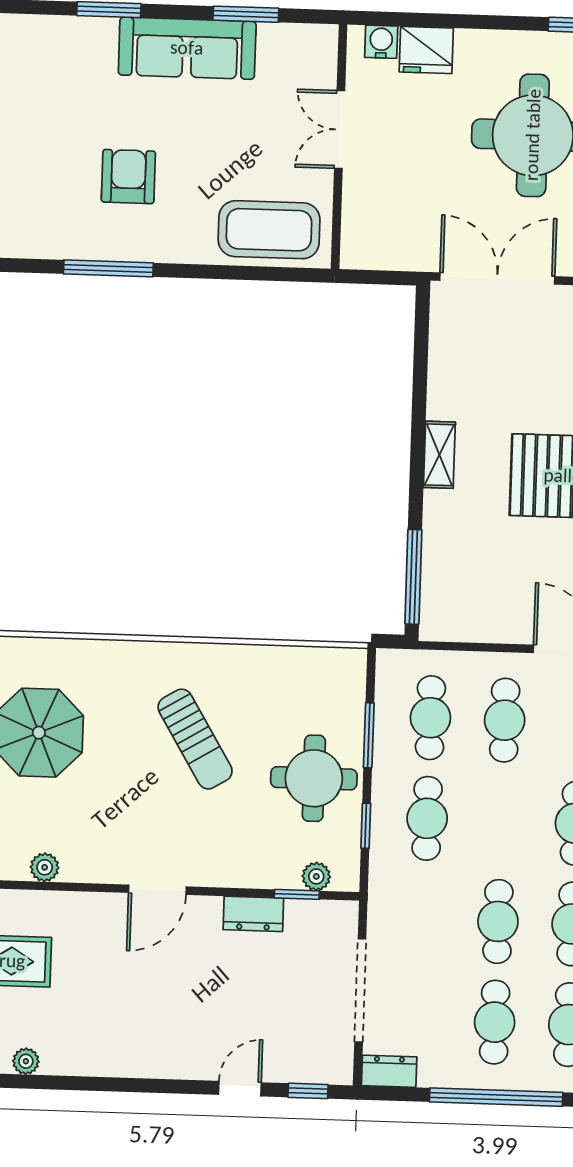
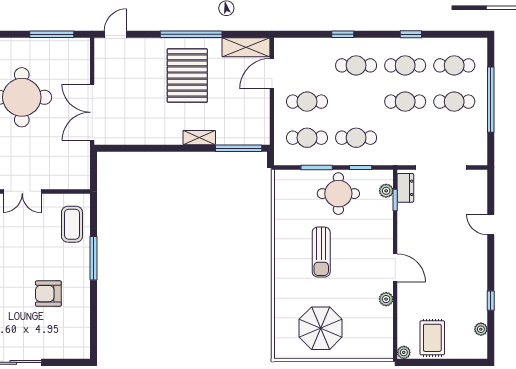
coffee table: (269, 230) -> (72, 224), width x0.73, depth x0.76
window: (108, 268) -> (93, 258), moved
shelving: (439, 455) -> (199, 138), moved
sun lounger: (195, 739) -> (321, 252), turned 121
plant: (45, 867) -> (386, 299), moved
dresser: (253, 914) -> (405, 188), moved
dresser: (389, 1071) -> (480, 152), removed
window: (308, 1091) -> (491, 301), moved

